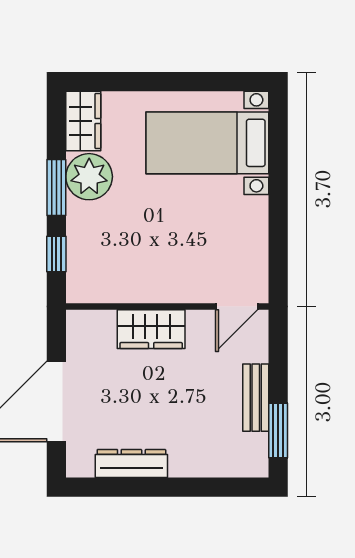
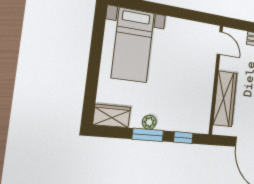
plant: (89, 177) -> (149, 122), width x0.53, depth x0.53
wardrobe: (151, 329) -> (225, 99), width x1.50

